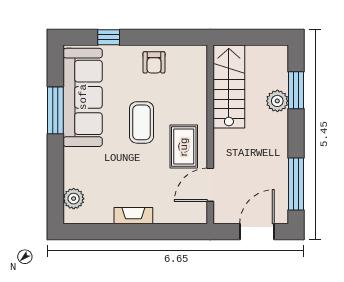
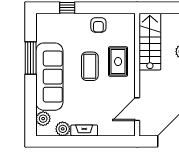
sofa: (83, 97) -> (49, 77), moved
rug: (184, 147) -> (118, 61), moved
plant: (102, 213) -> (63, 129), added

